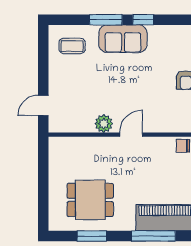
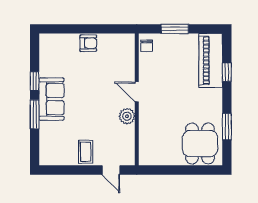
coffee table: (72, 46) -> (86, 152), moved
dining table: (90, 200) -> (200, 144), moved
window: (153, 236) -> (227, 72), width x0.46

